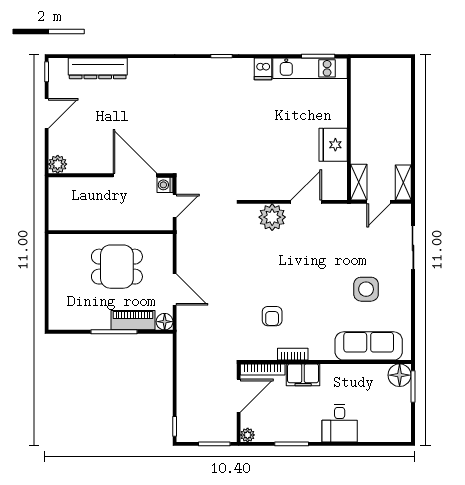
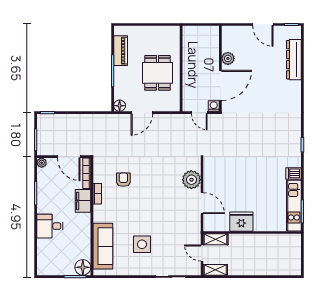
plant: (58, 164) -> (228, 58), moved
armchair: (272, 316) -> (123, 180), turned 90
piano: (133, 320) -> (121, 51), moved

